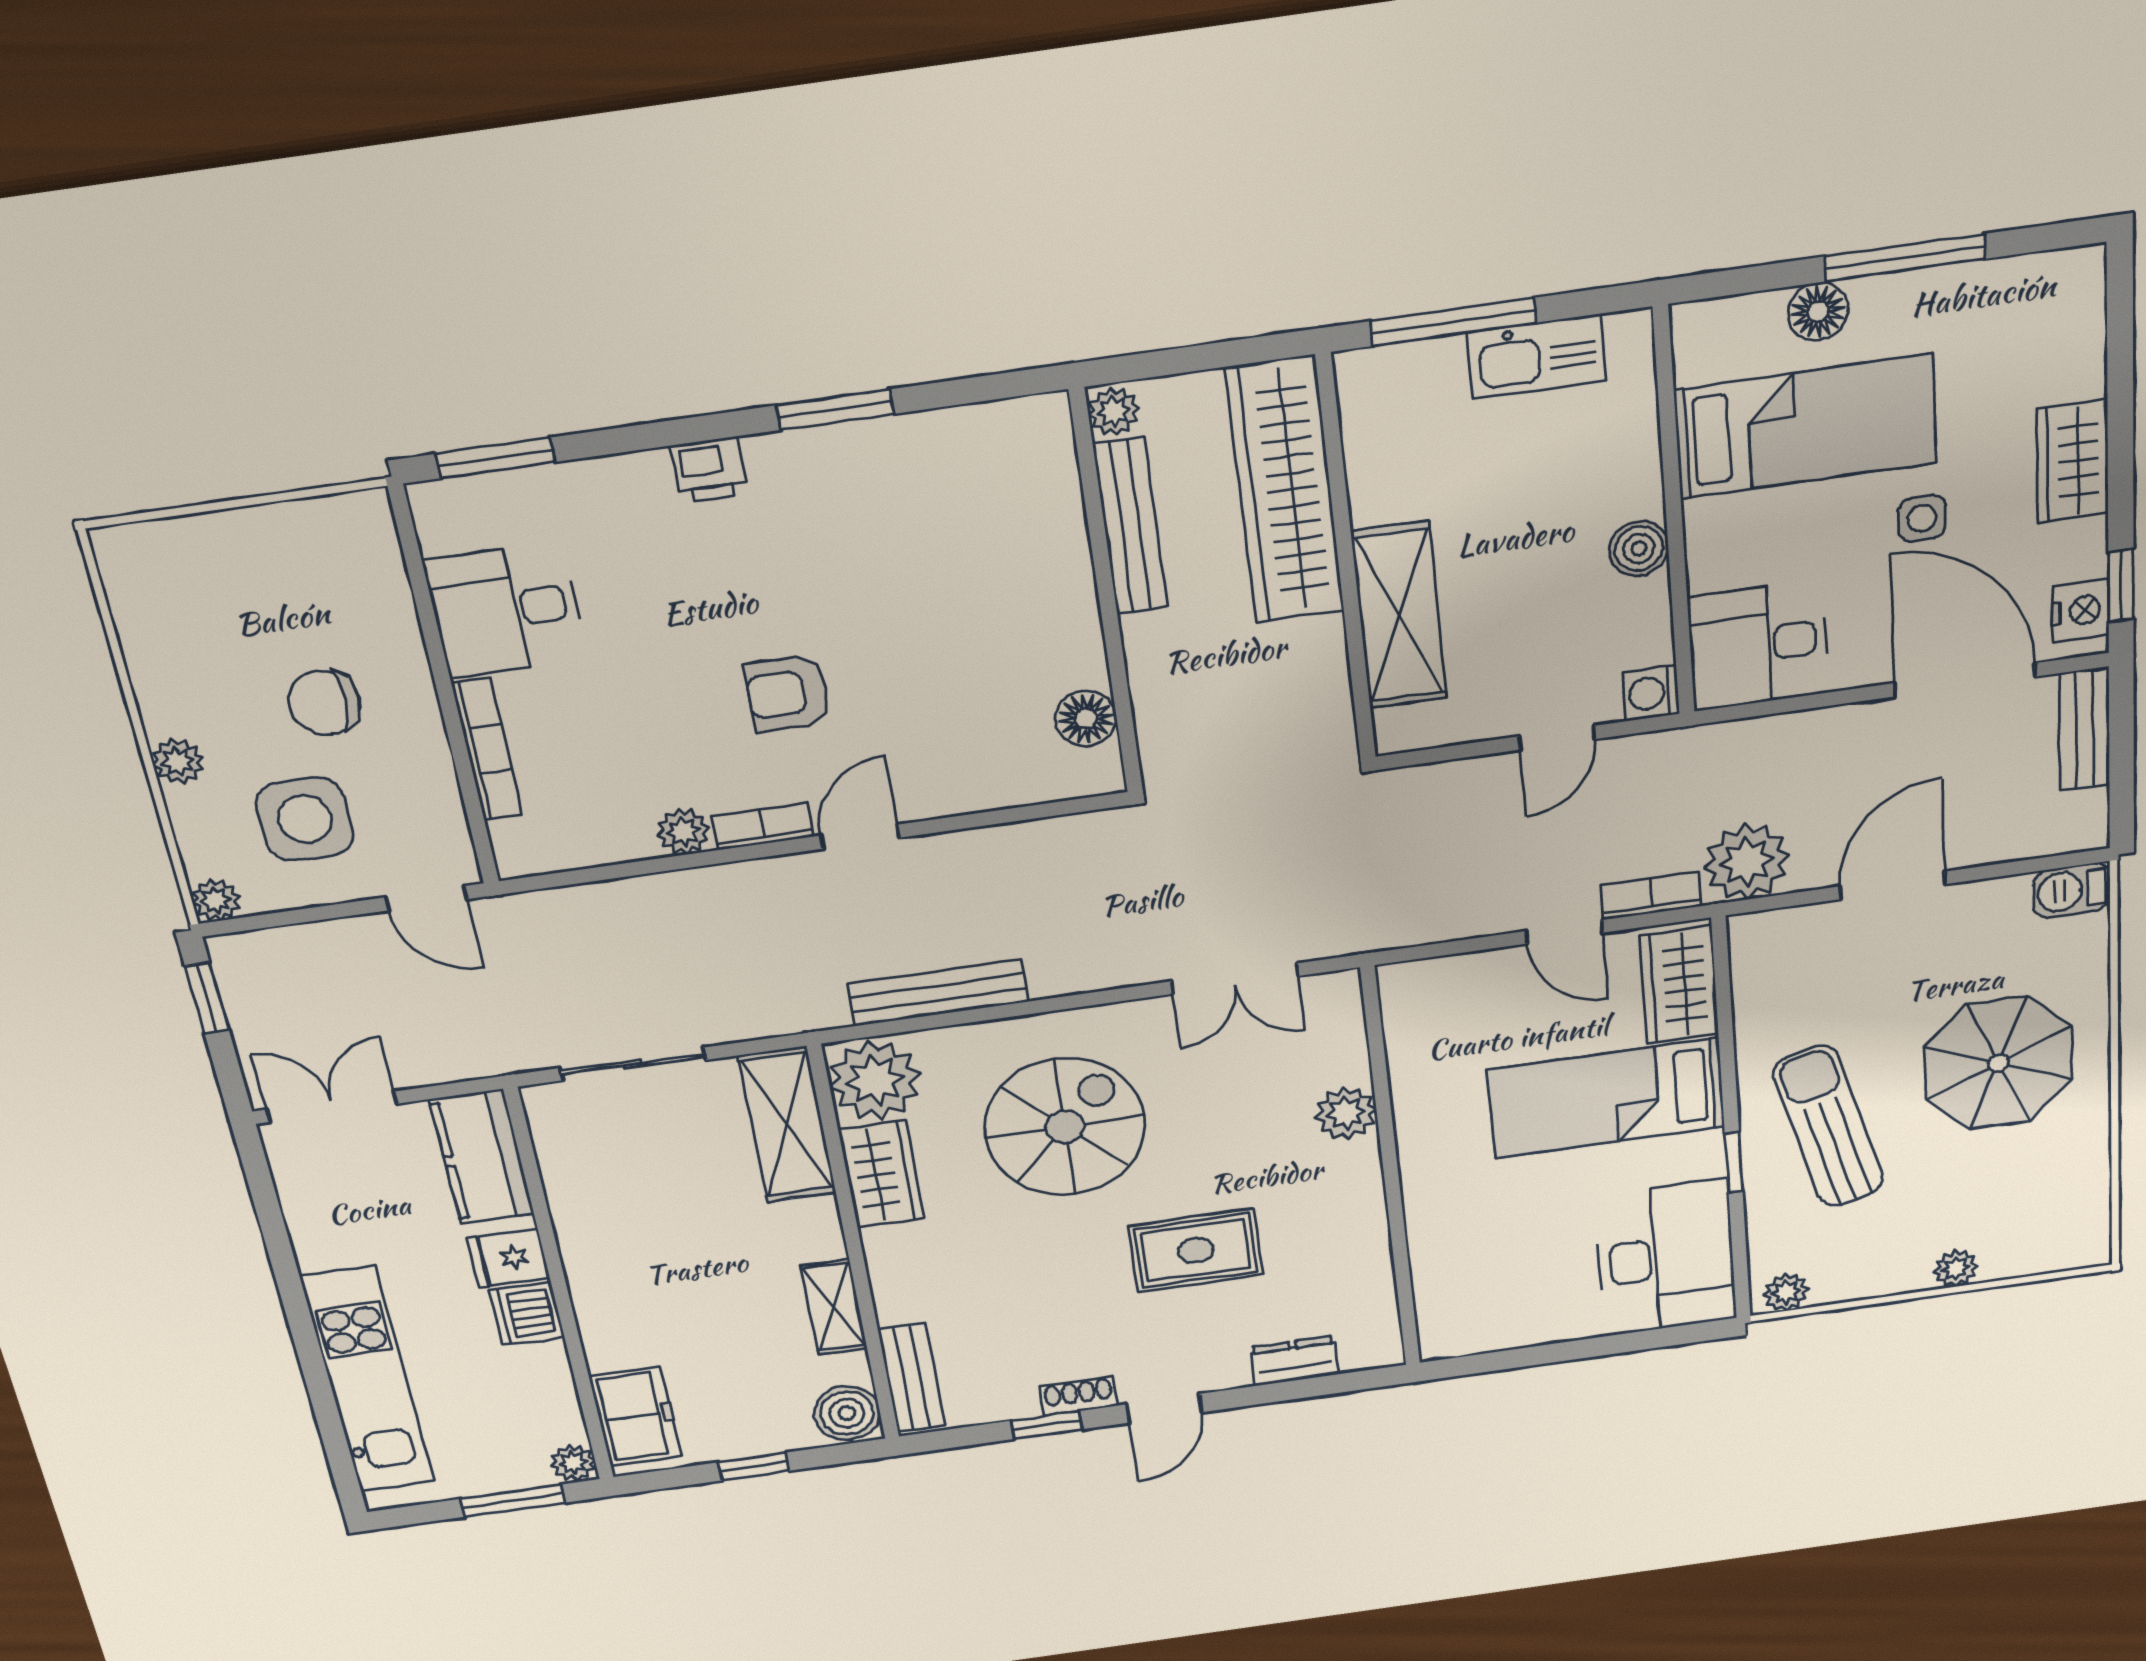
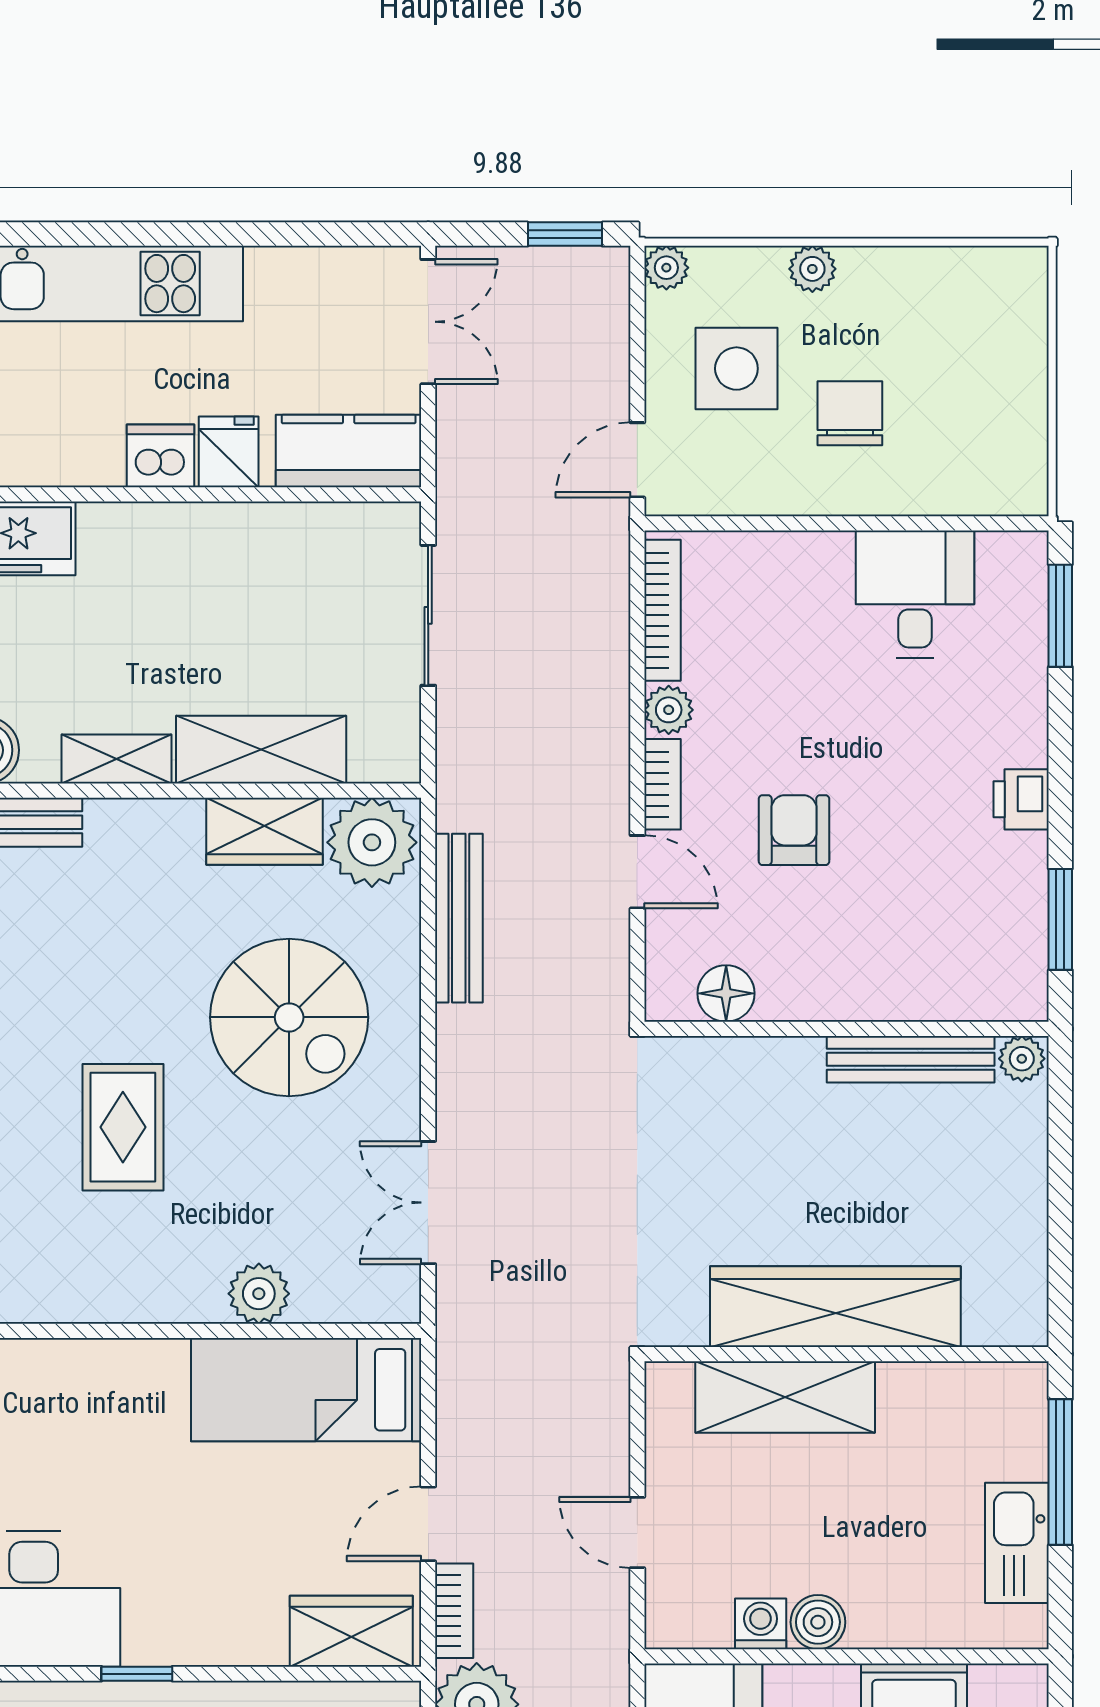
plant: (1114, 411) -> (1022, 1059), moved
wardrobe: (1285, 491) -> (835, 1307), moved
bench: (1130, 526) -> (911, 1059), moved
wall: (1106, 595) -> (847, 1029), moved
washing machine: (1651, 693) -> (761, 1624), moved
floor lamp: (1086, 718) -> (726, 993), moved
bookcase: (487, 749) -> (662, 610), moved, turned -90
bed: (1607, 1098) -> (306, 1390), moved, turned -90
shelving: (787, 1125) -> (261, 750), moved

